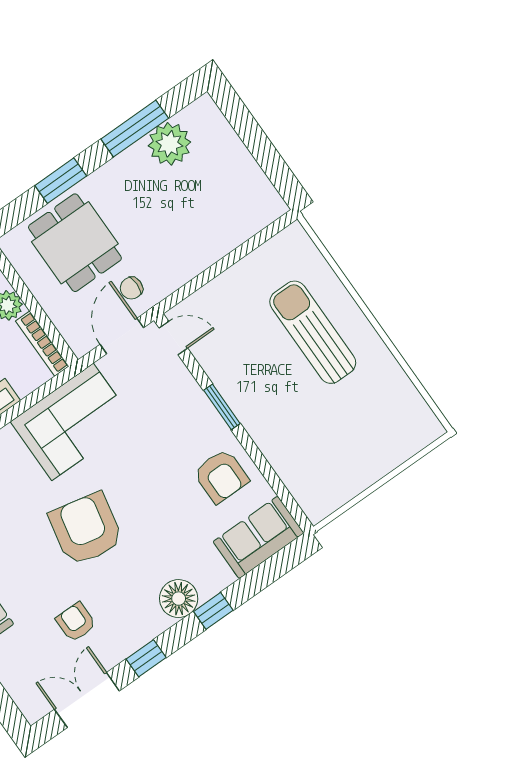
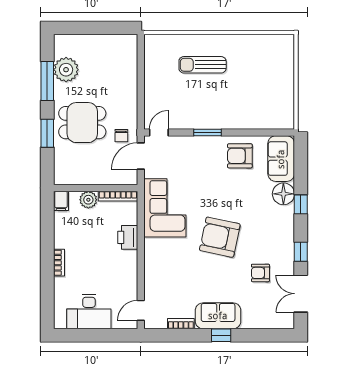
dining table: (75, 243) -> (82, 123), moved
sun lounger: (313, 332) -> (203, 65), width x0.73, depth x0.75
door: (122, 336) -> (141, 156), hinge flipped
armchair: (221, 476) -> (240, 156), turned 180
floor lamp: (179, 599) -> (283, 194), moved

